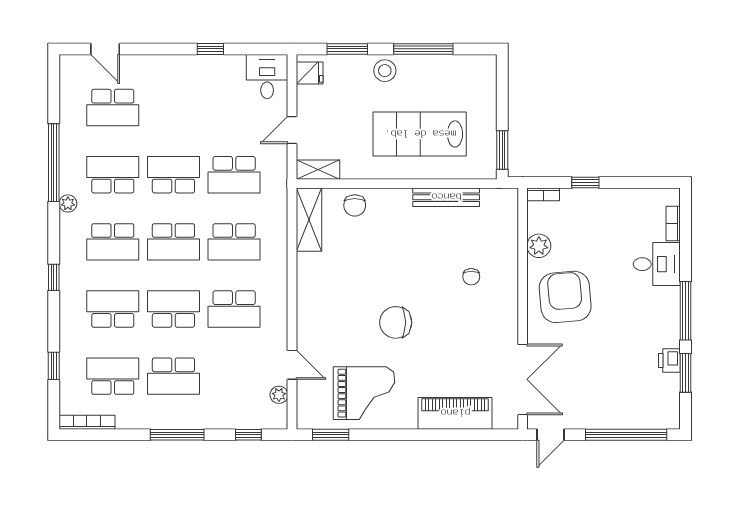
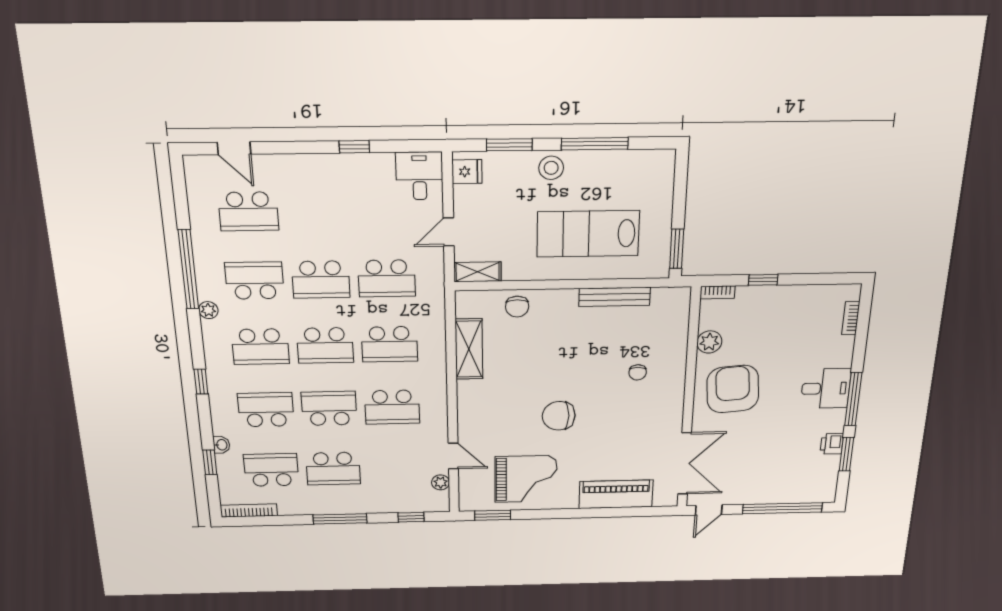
school desk: (173, 175) -> (321, 279), turned 180
shelving: (309, 220) -> (469, 349), moved
desk: (657, 264) -> (826, 388), moved
washbasin: (67, 347) -> (221, 445), added

